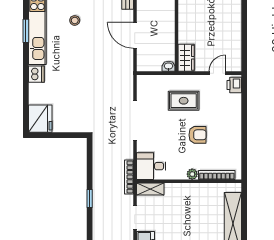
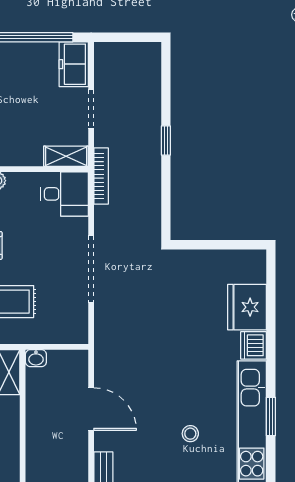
fridge: (40, 119) -> (247, 307), moved

